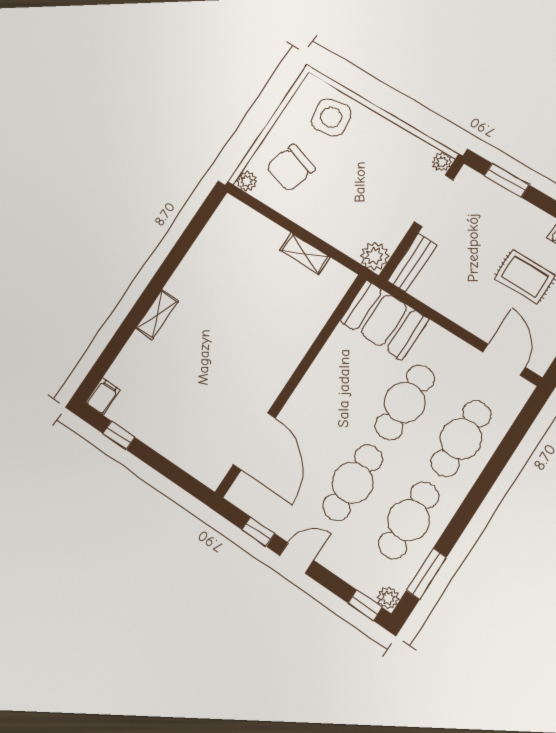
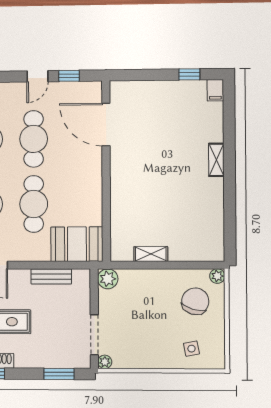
side table: (331, 117) -> (191, 349), width x0.54, depth x0.54
bench: (412, 263) -> (51, 276), moved, turned 90

